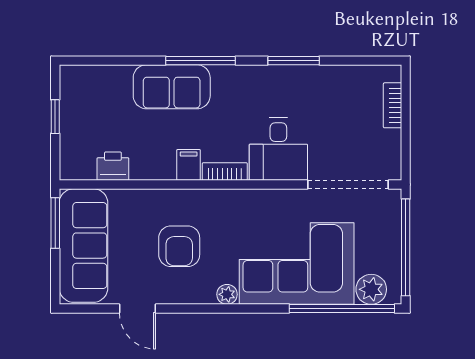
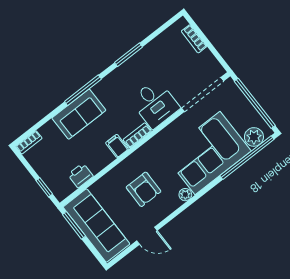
bookcase: (80, 73) -> (29, 142), added
window: (55, 117) -> (44, 187), moved

